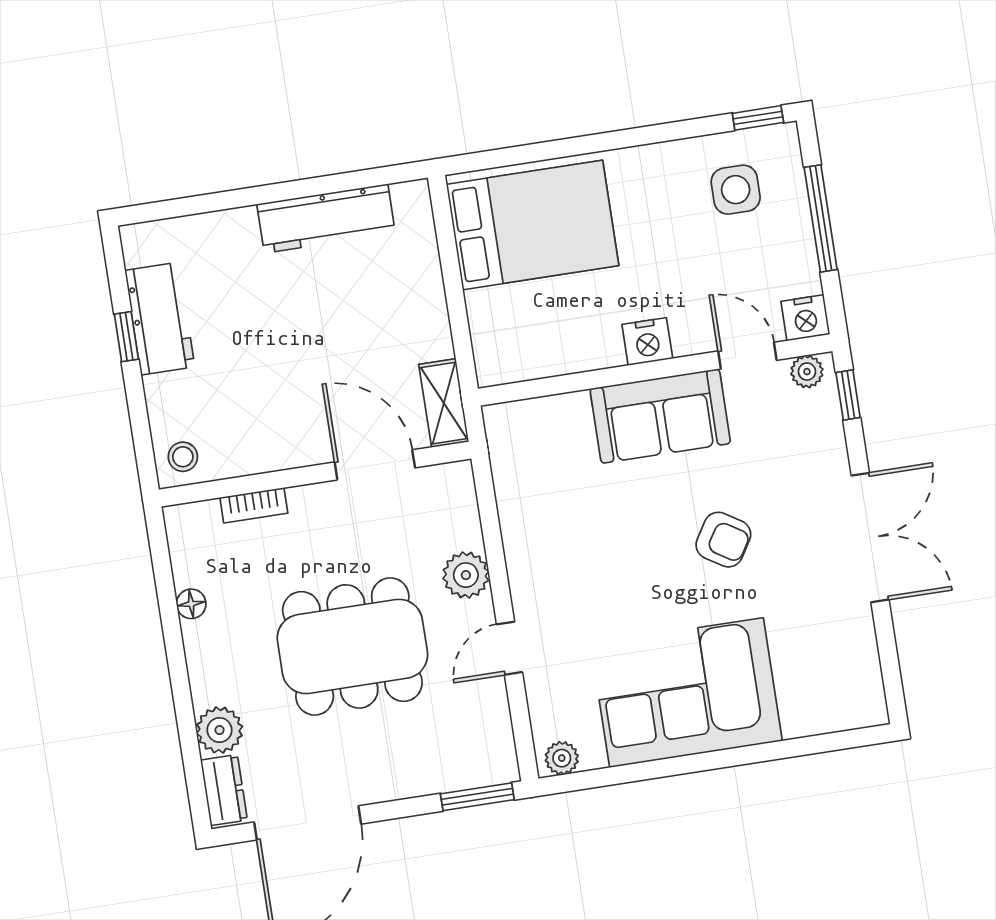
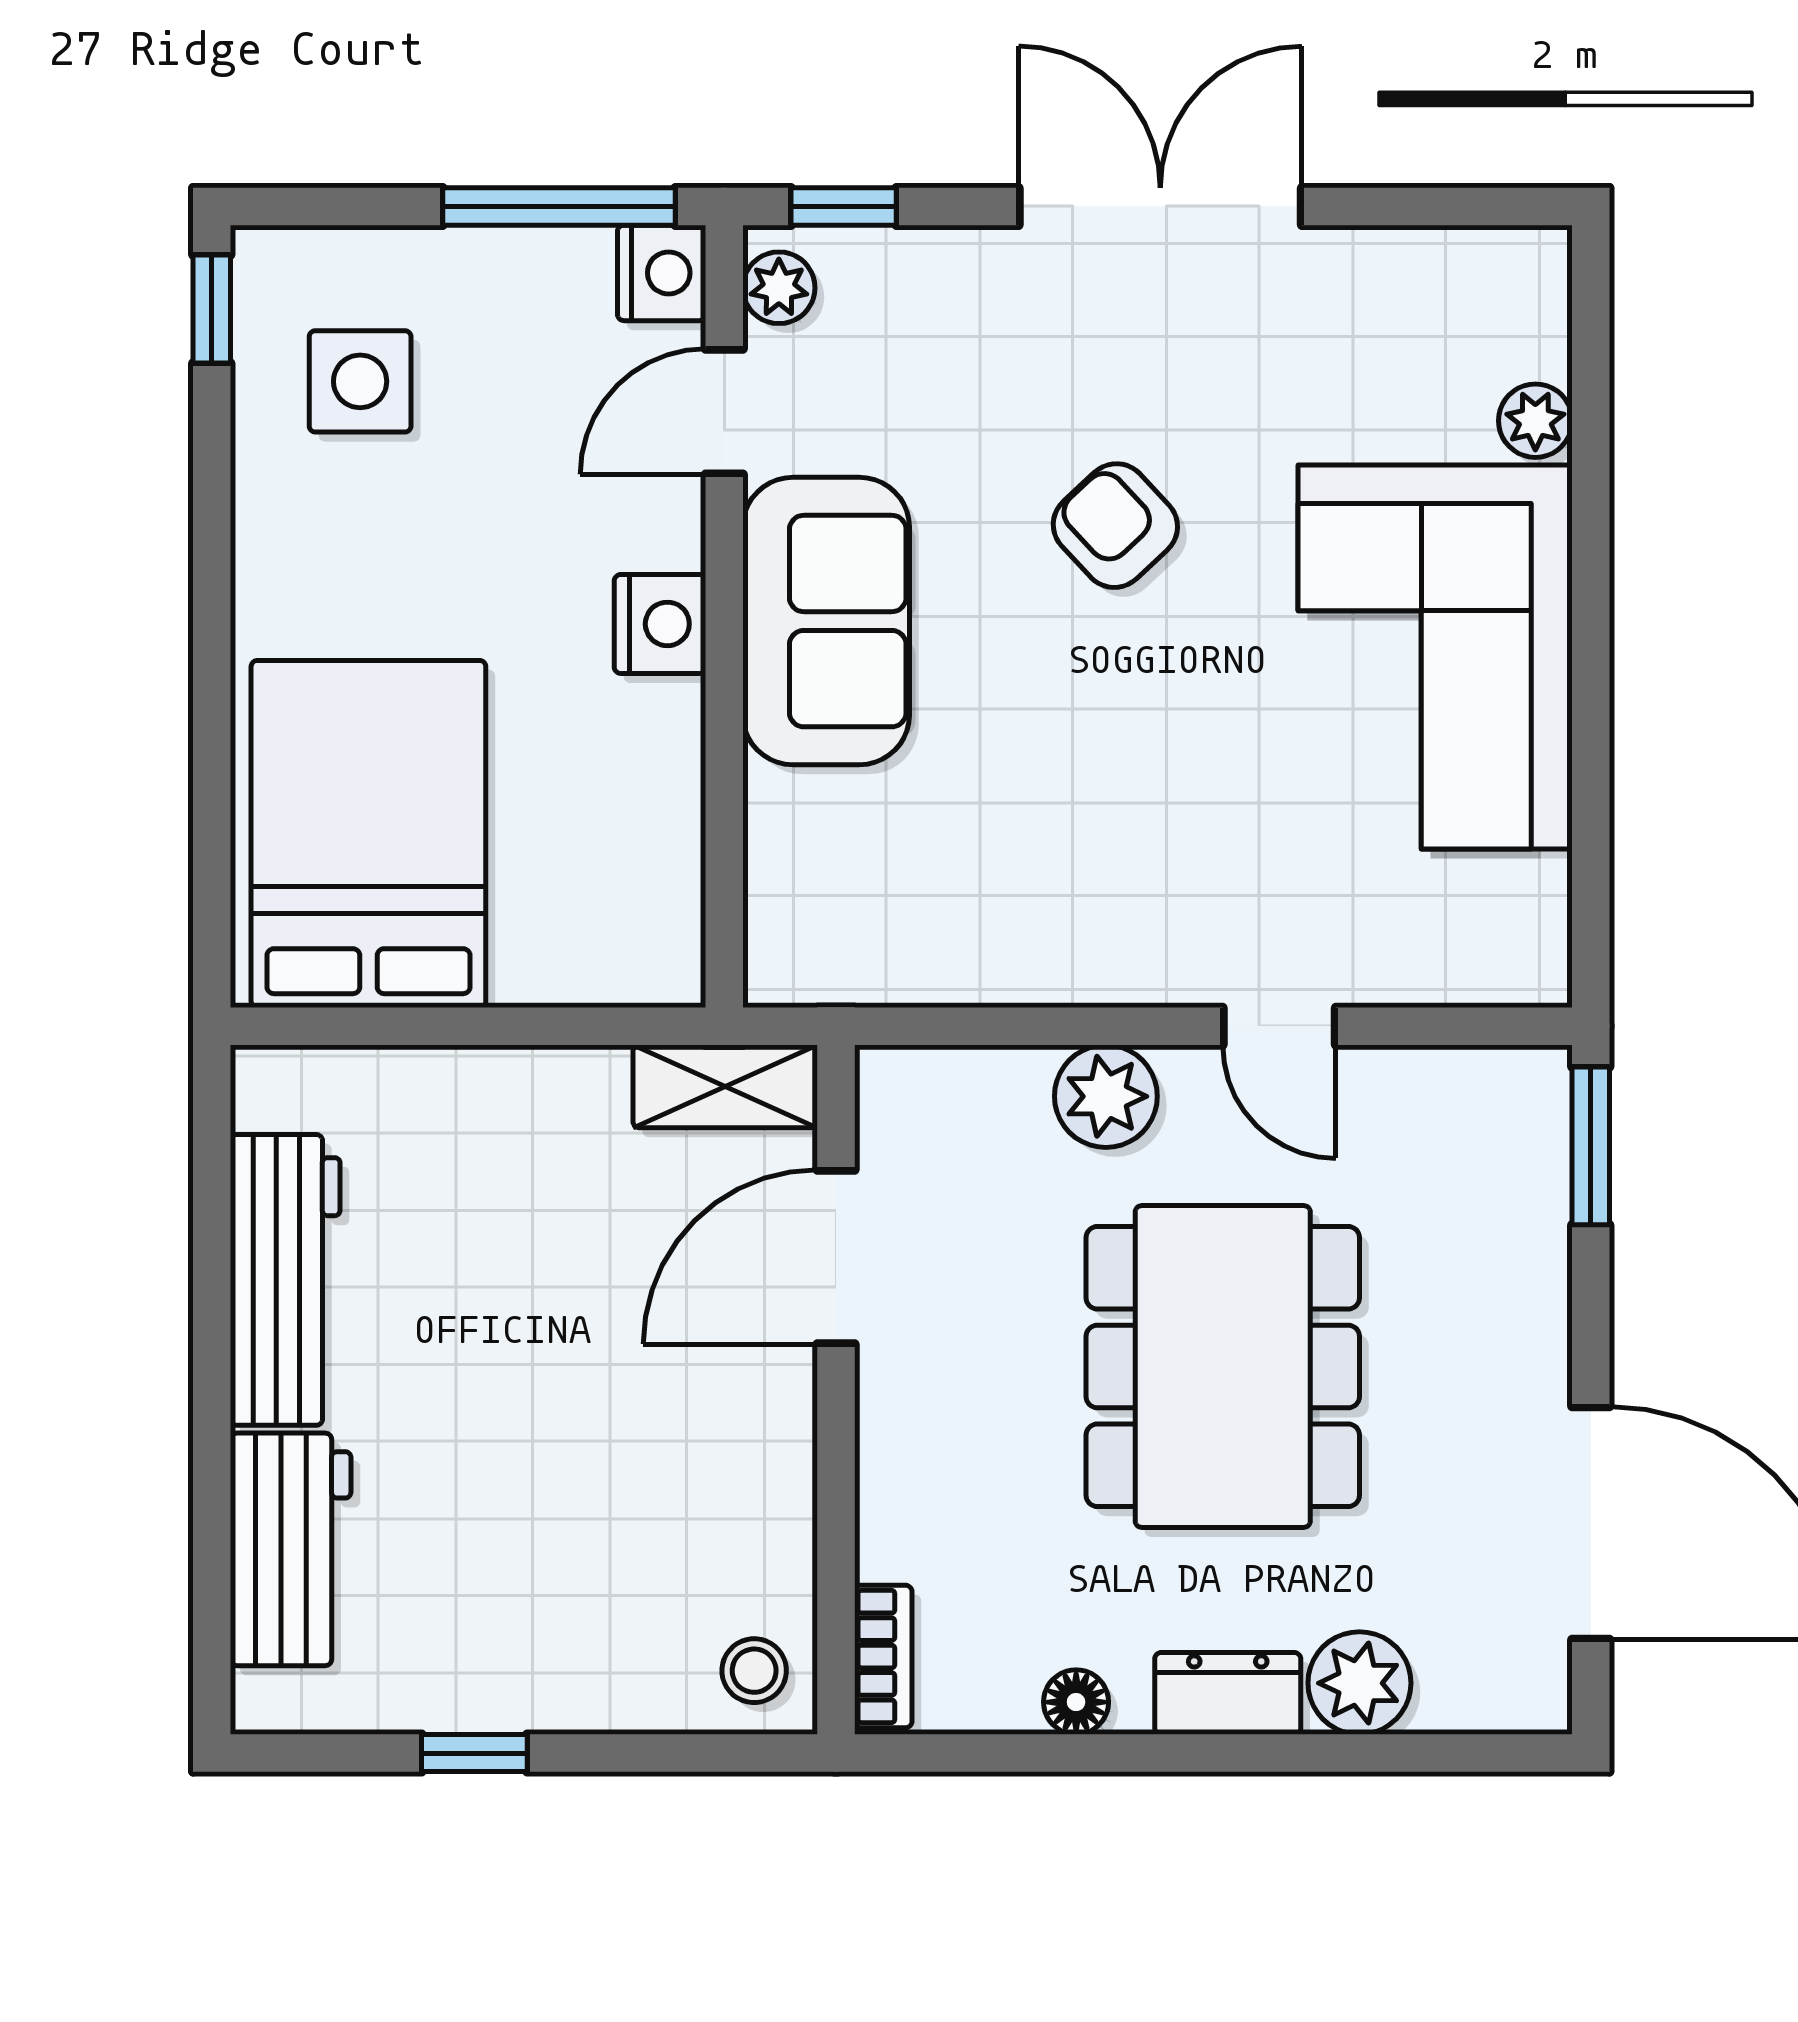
window: (821, 218) -> (559, 206), moved
workbench: (160, 319) -> (291, 1549), moved, turned 90
bookcase: (254, 505) -> (883, 1657), moved
armchair: (723, 540) -> (1115, 526), turned -75
plant: (562, 758) -> (1535, 421), moved
dresser: (224, 790) -> (1228, 1693), moved

